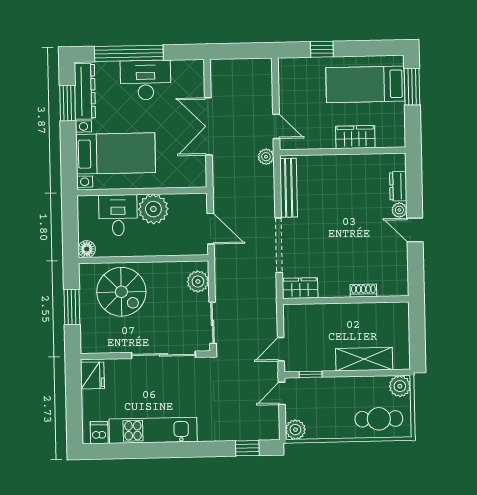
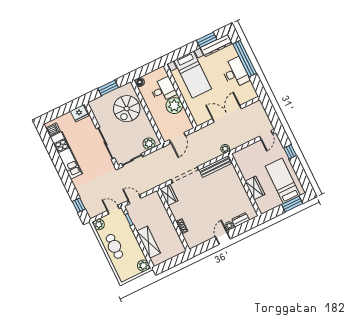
door: (276, 126) -> (266, 135), moved
cafe table: (379, 419) -> (114, 246), moved

